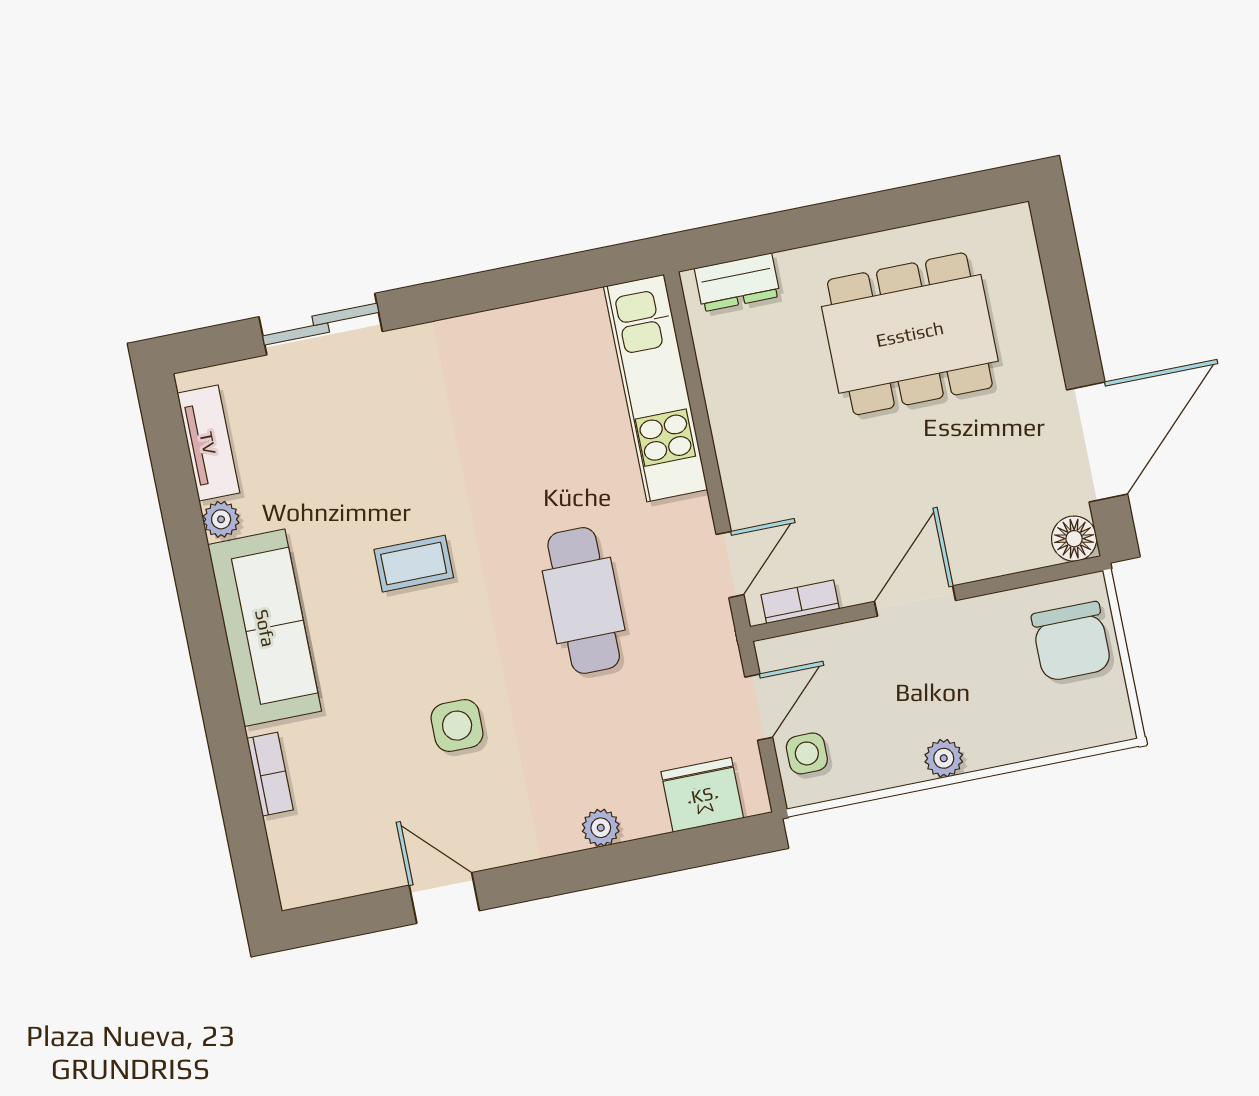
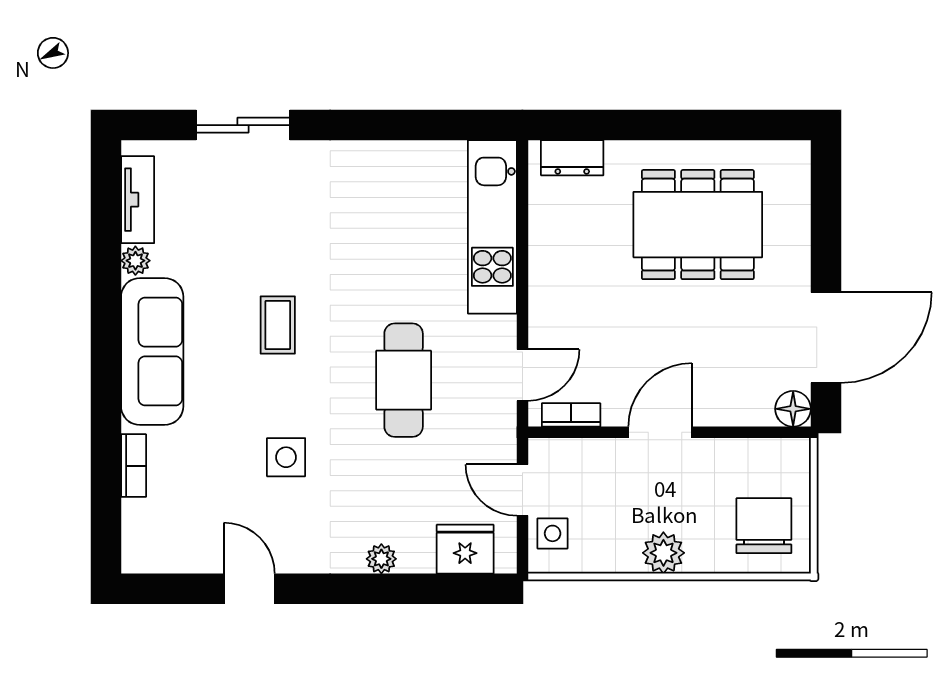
coffee table: (414, 564) -> (278, 325), turned 90
chair: (1071, 641) -> (764, 526), moved, turned 180
door: (759, 707) -> (522, 490), swing flipped
plant: (944, 758) -> (663, 553), width x1.38, depth x1.38

